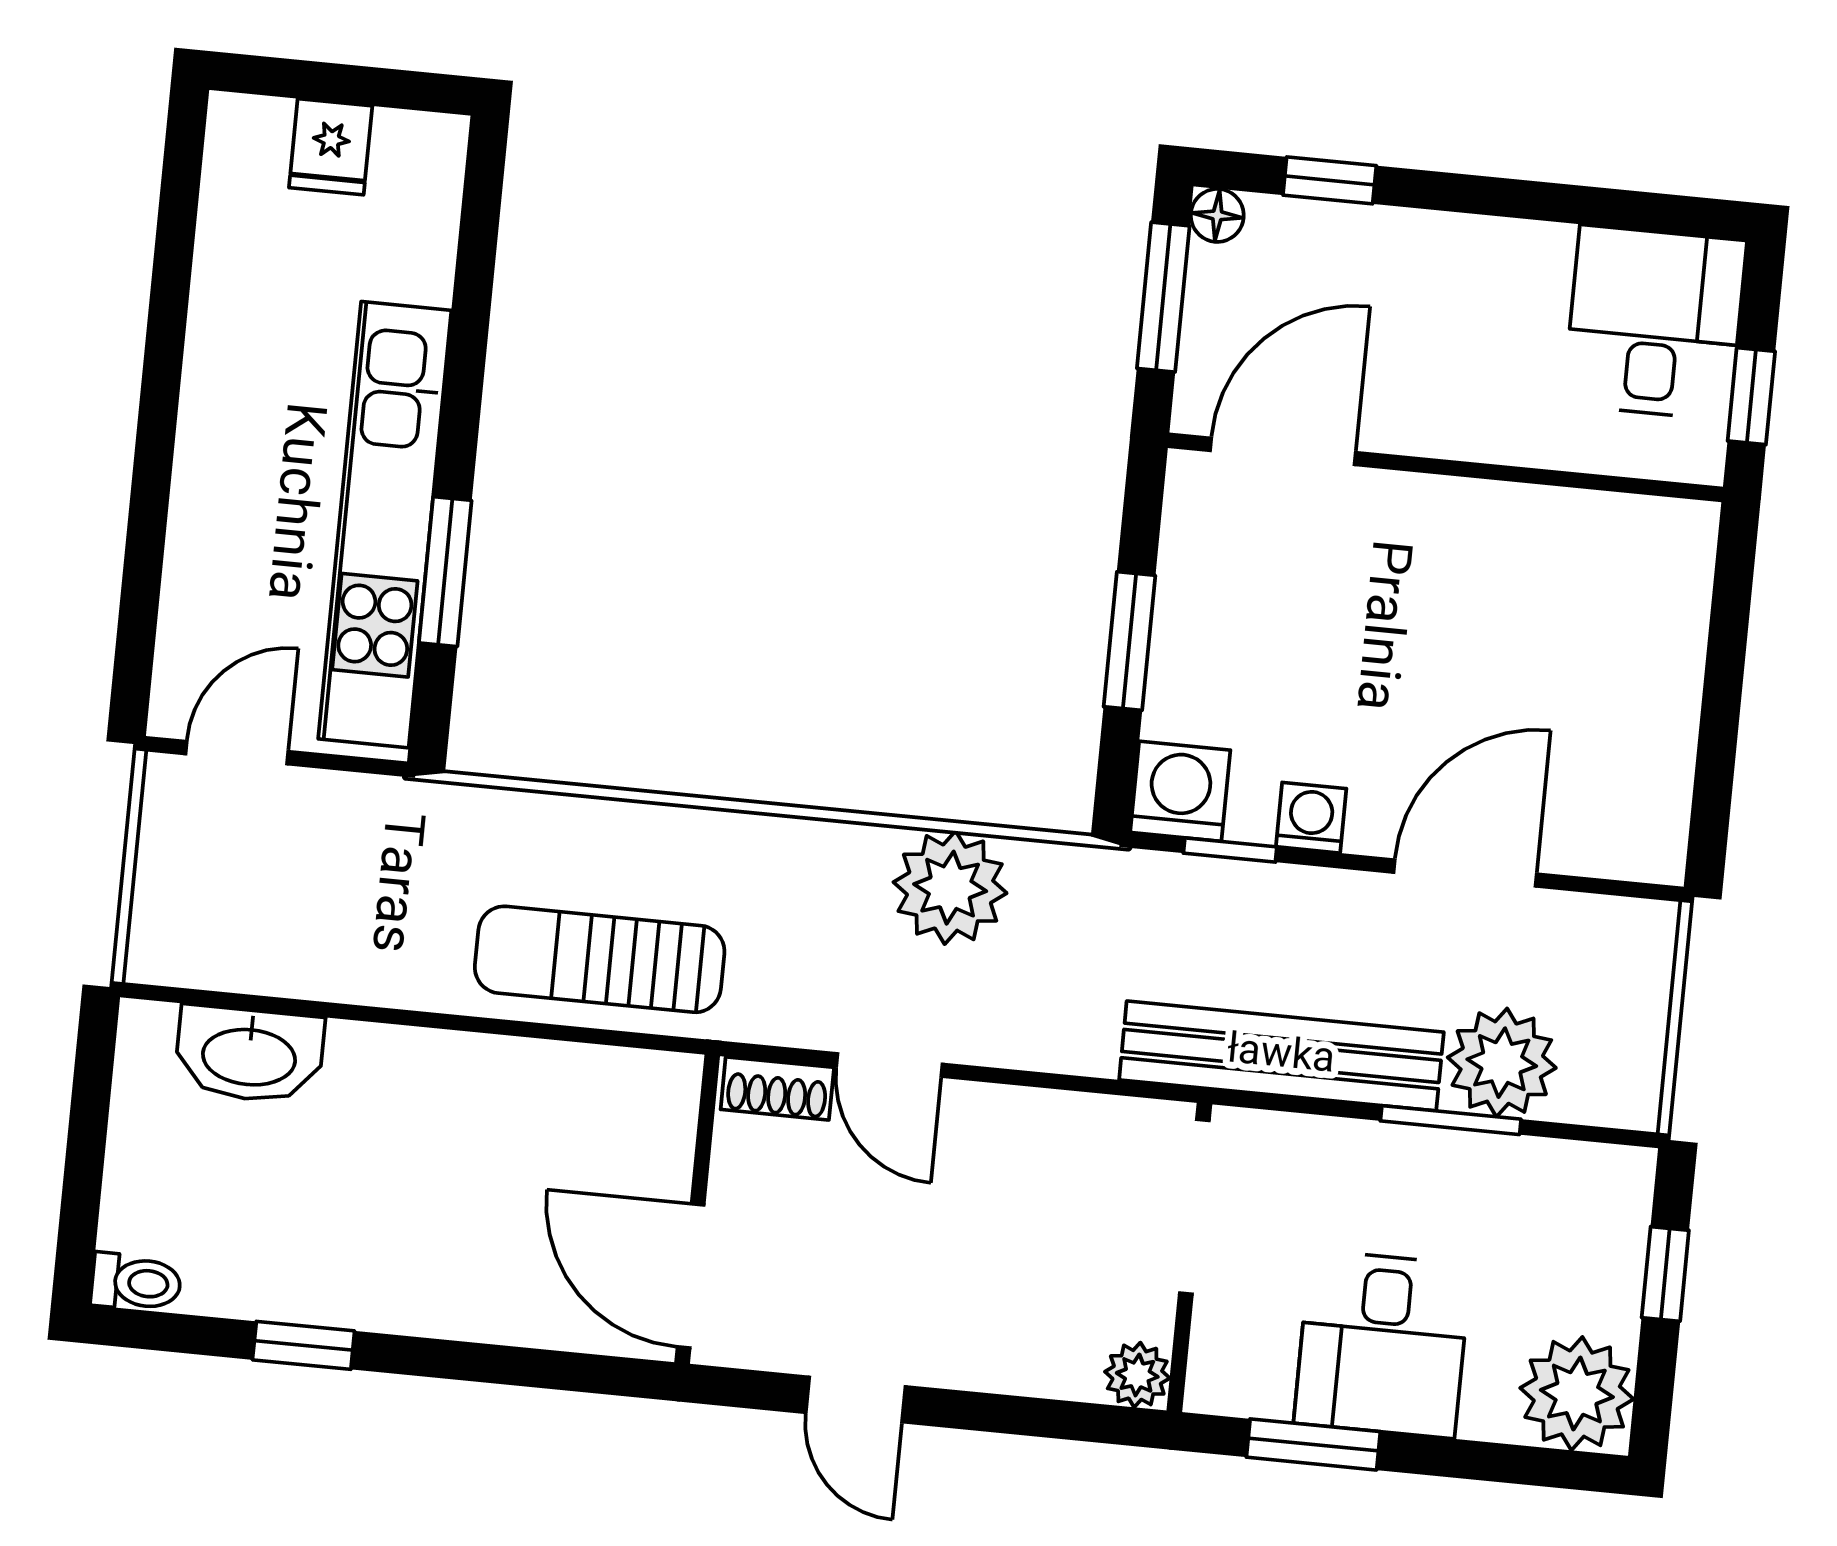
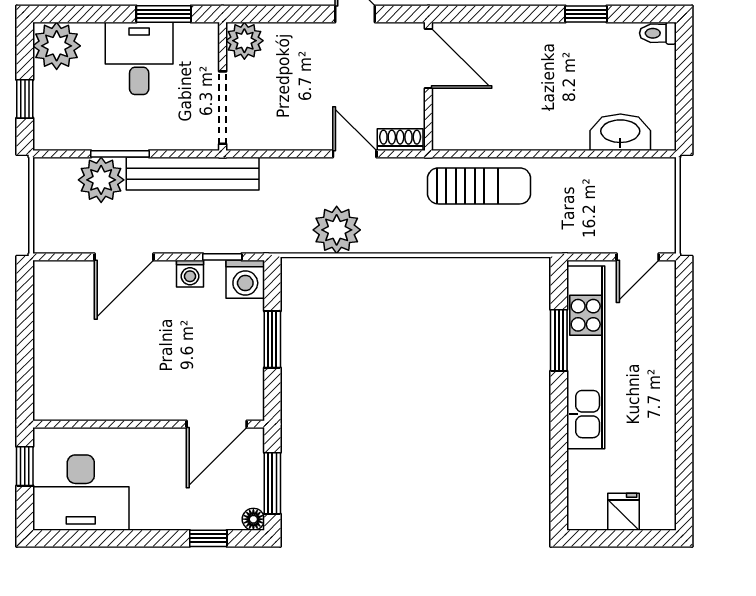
desk: (1655, 323) -> (81, 493), width x1.37
plant: (1137, 1375) -> (244, 41), width x1.38, depth x1.38

